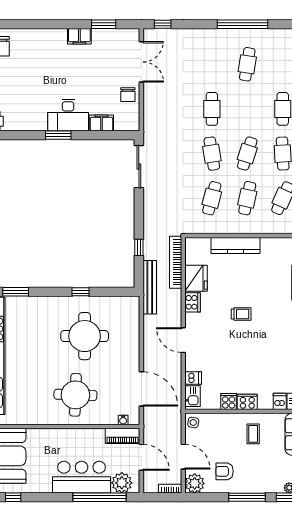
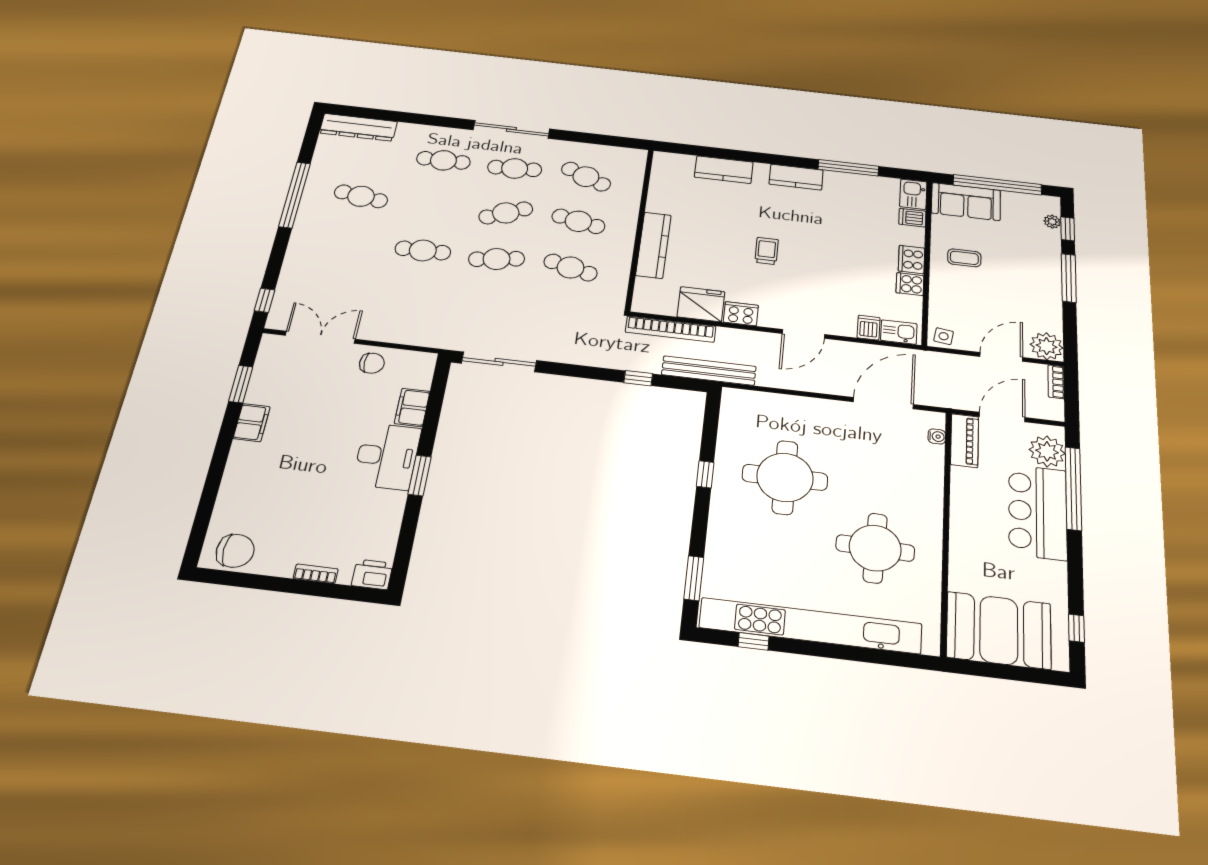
cafe table: (247, 154) -> (506, 213), turned -42
round table: (75, 395) -> (875, 548), moved
armchair: (225, 471) -> (1026, 303), removed

